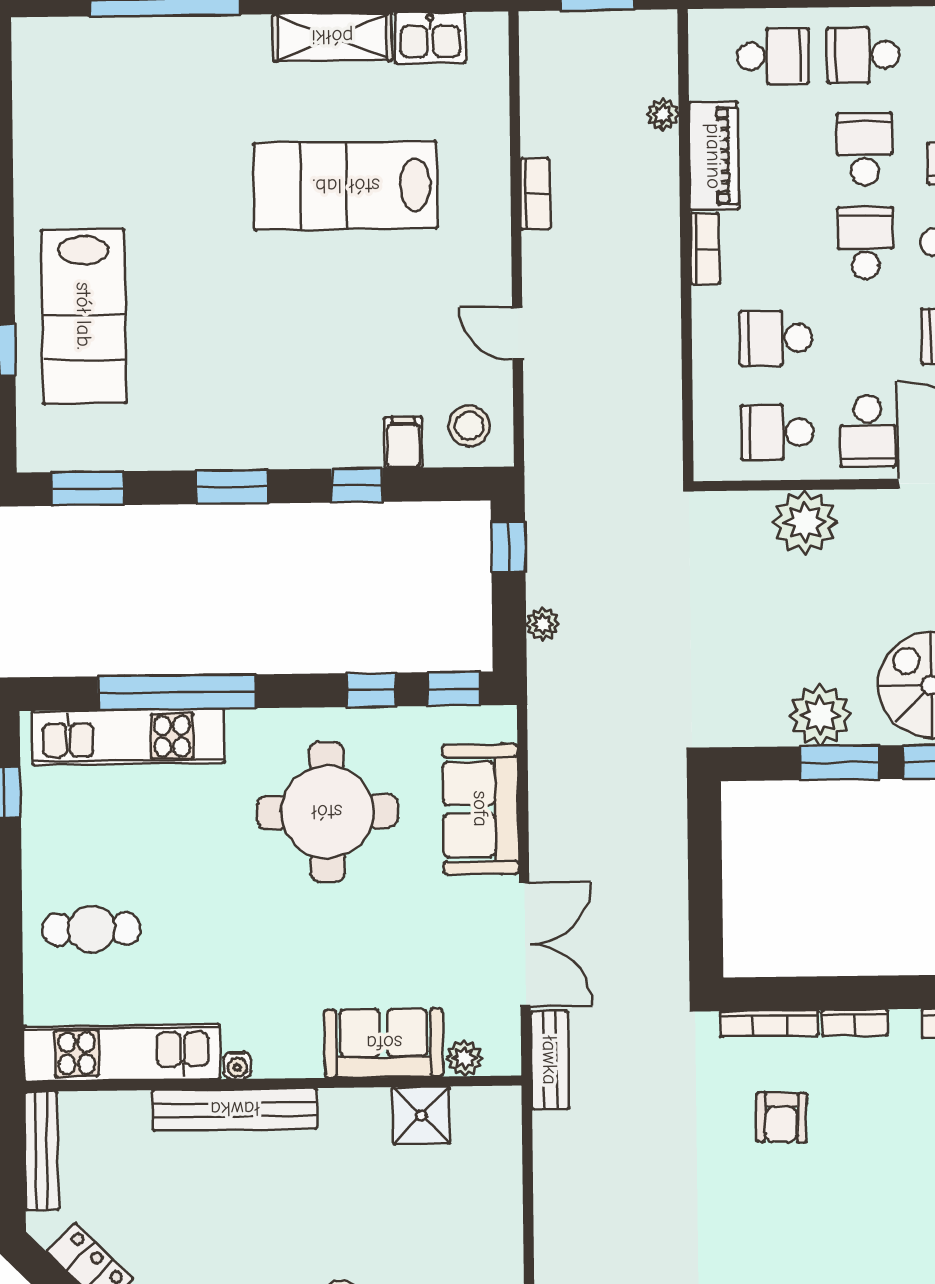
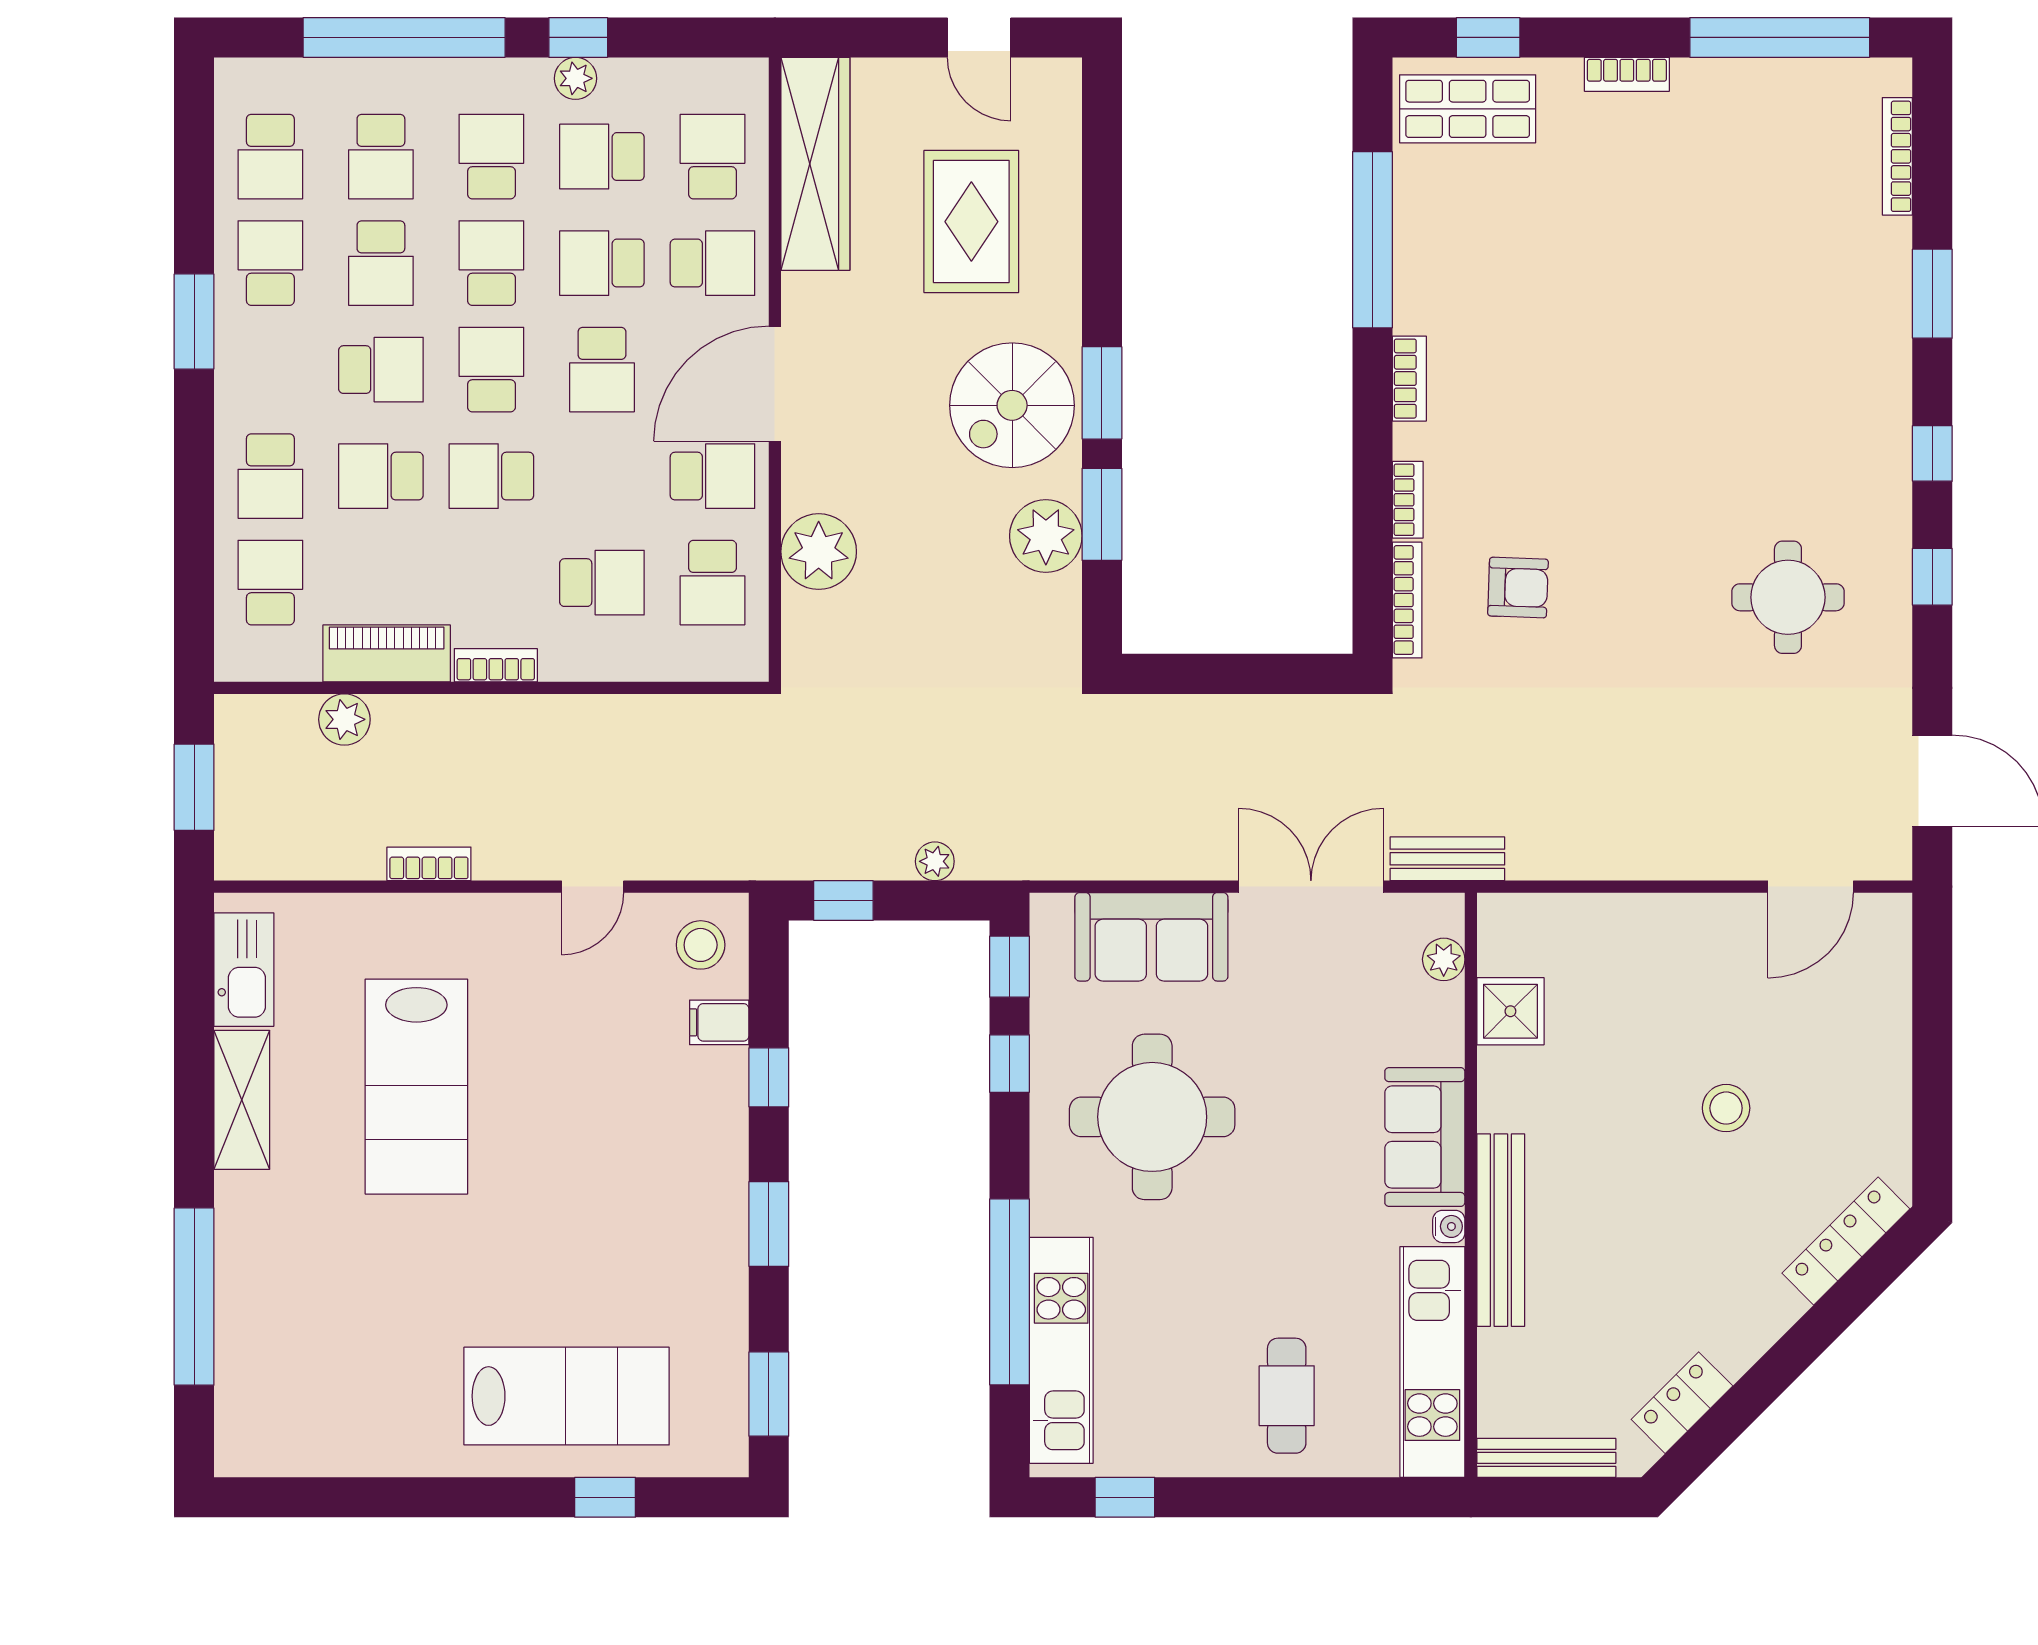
kitchen sink: (430, 38) -> (244, 970), width x1.38
plant: (663, 114) -> (344, 719), width x1.38, depth x1.38
school desk: (776, 338) -> (602, 583), turned -90
sofa: (384, 1043) -> (1425, 1137), moved

